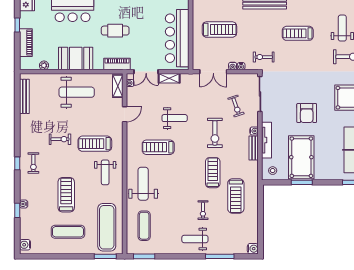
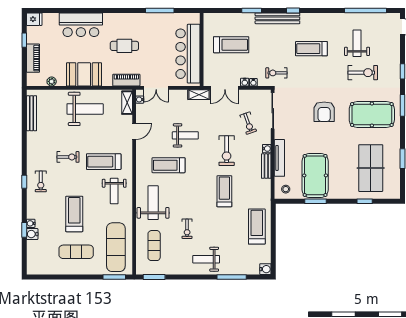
shelving: (169, 78) -> (199, 95), moved
armchair: (307, 113) -> (324, 112), moved
treadmill: (236, 196) -> (257, 226), moved, turned 180
exercise bike: (203, 210) -> (187, 229), moved
water cooler: (25, 245) -> (32, 234), moved

